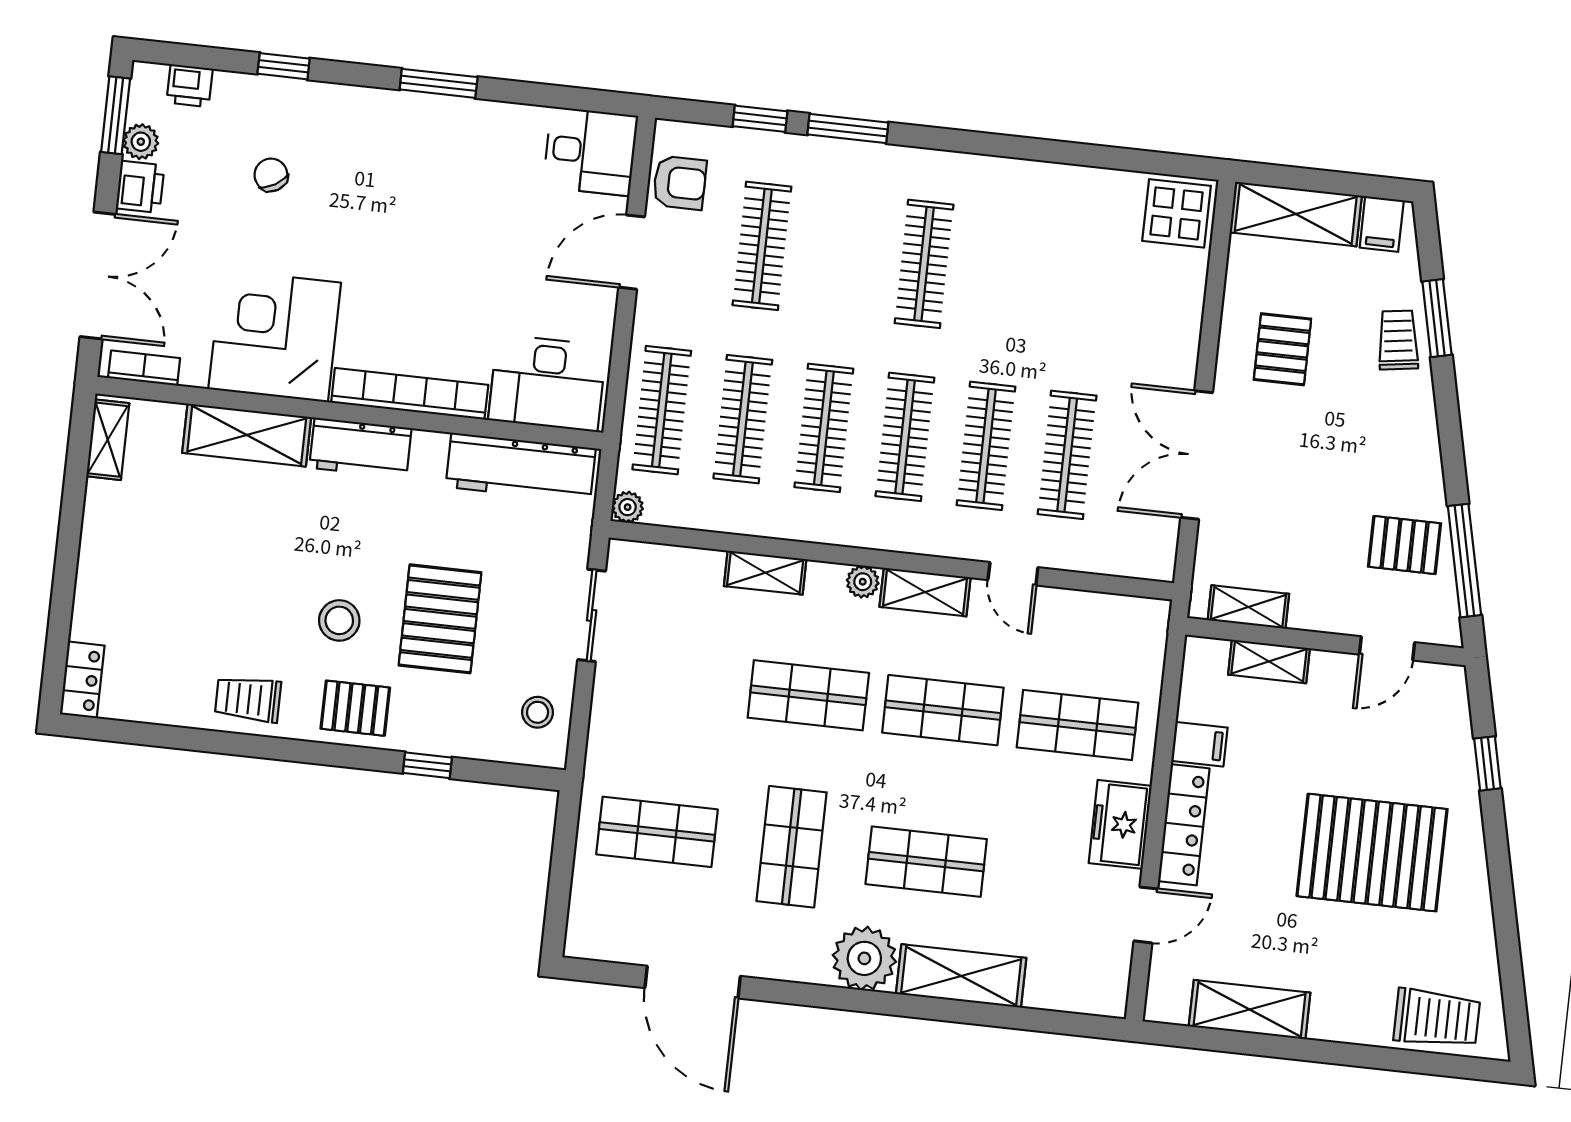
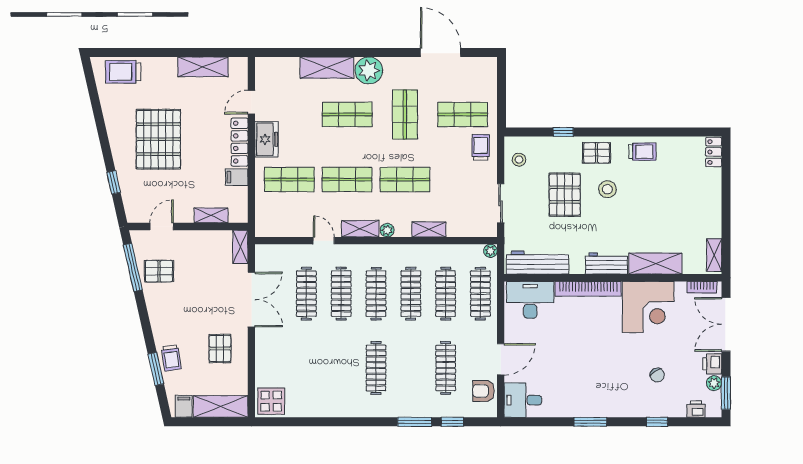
shelving: (1248, 607) -> (240, 247), moved, turned 90
trolley: (624, 751) -> (481, 147), added
pallet: (1372, 853) -> (158, 139), turned 90

